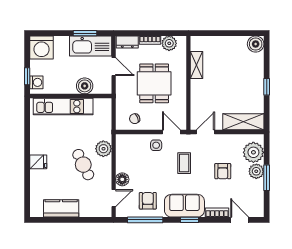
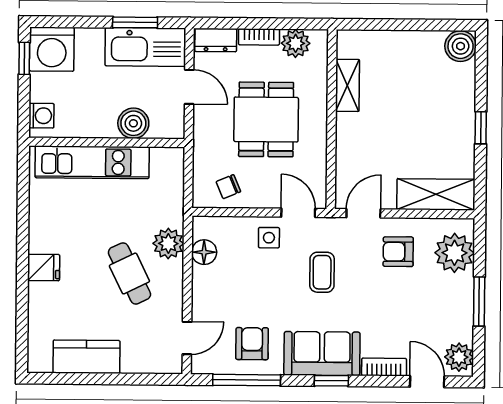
window: (27, 76) -> (24, 58), moved
armchair: (223, 171) -> (398, 252), moved, turned 90
plant: (256, 171) -> (459, 357), moved
floor lamp: (122, 179) -> (204, 252), moved

